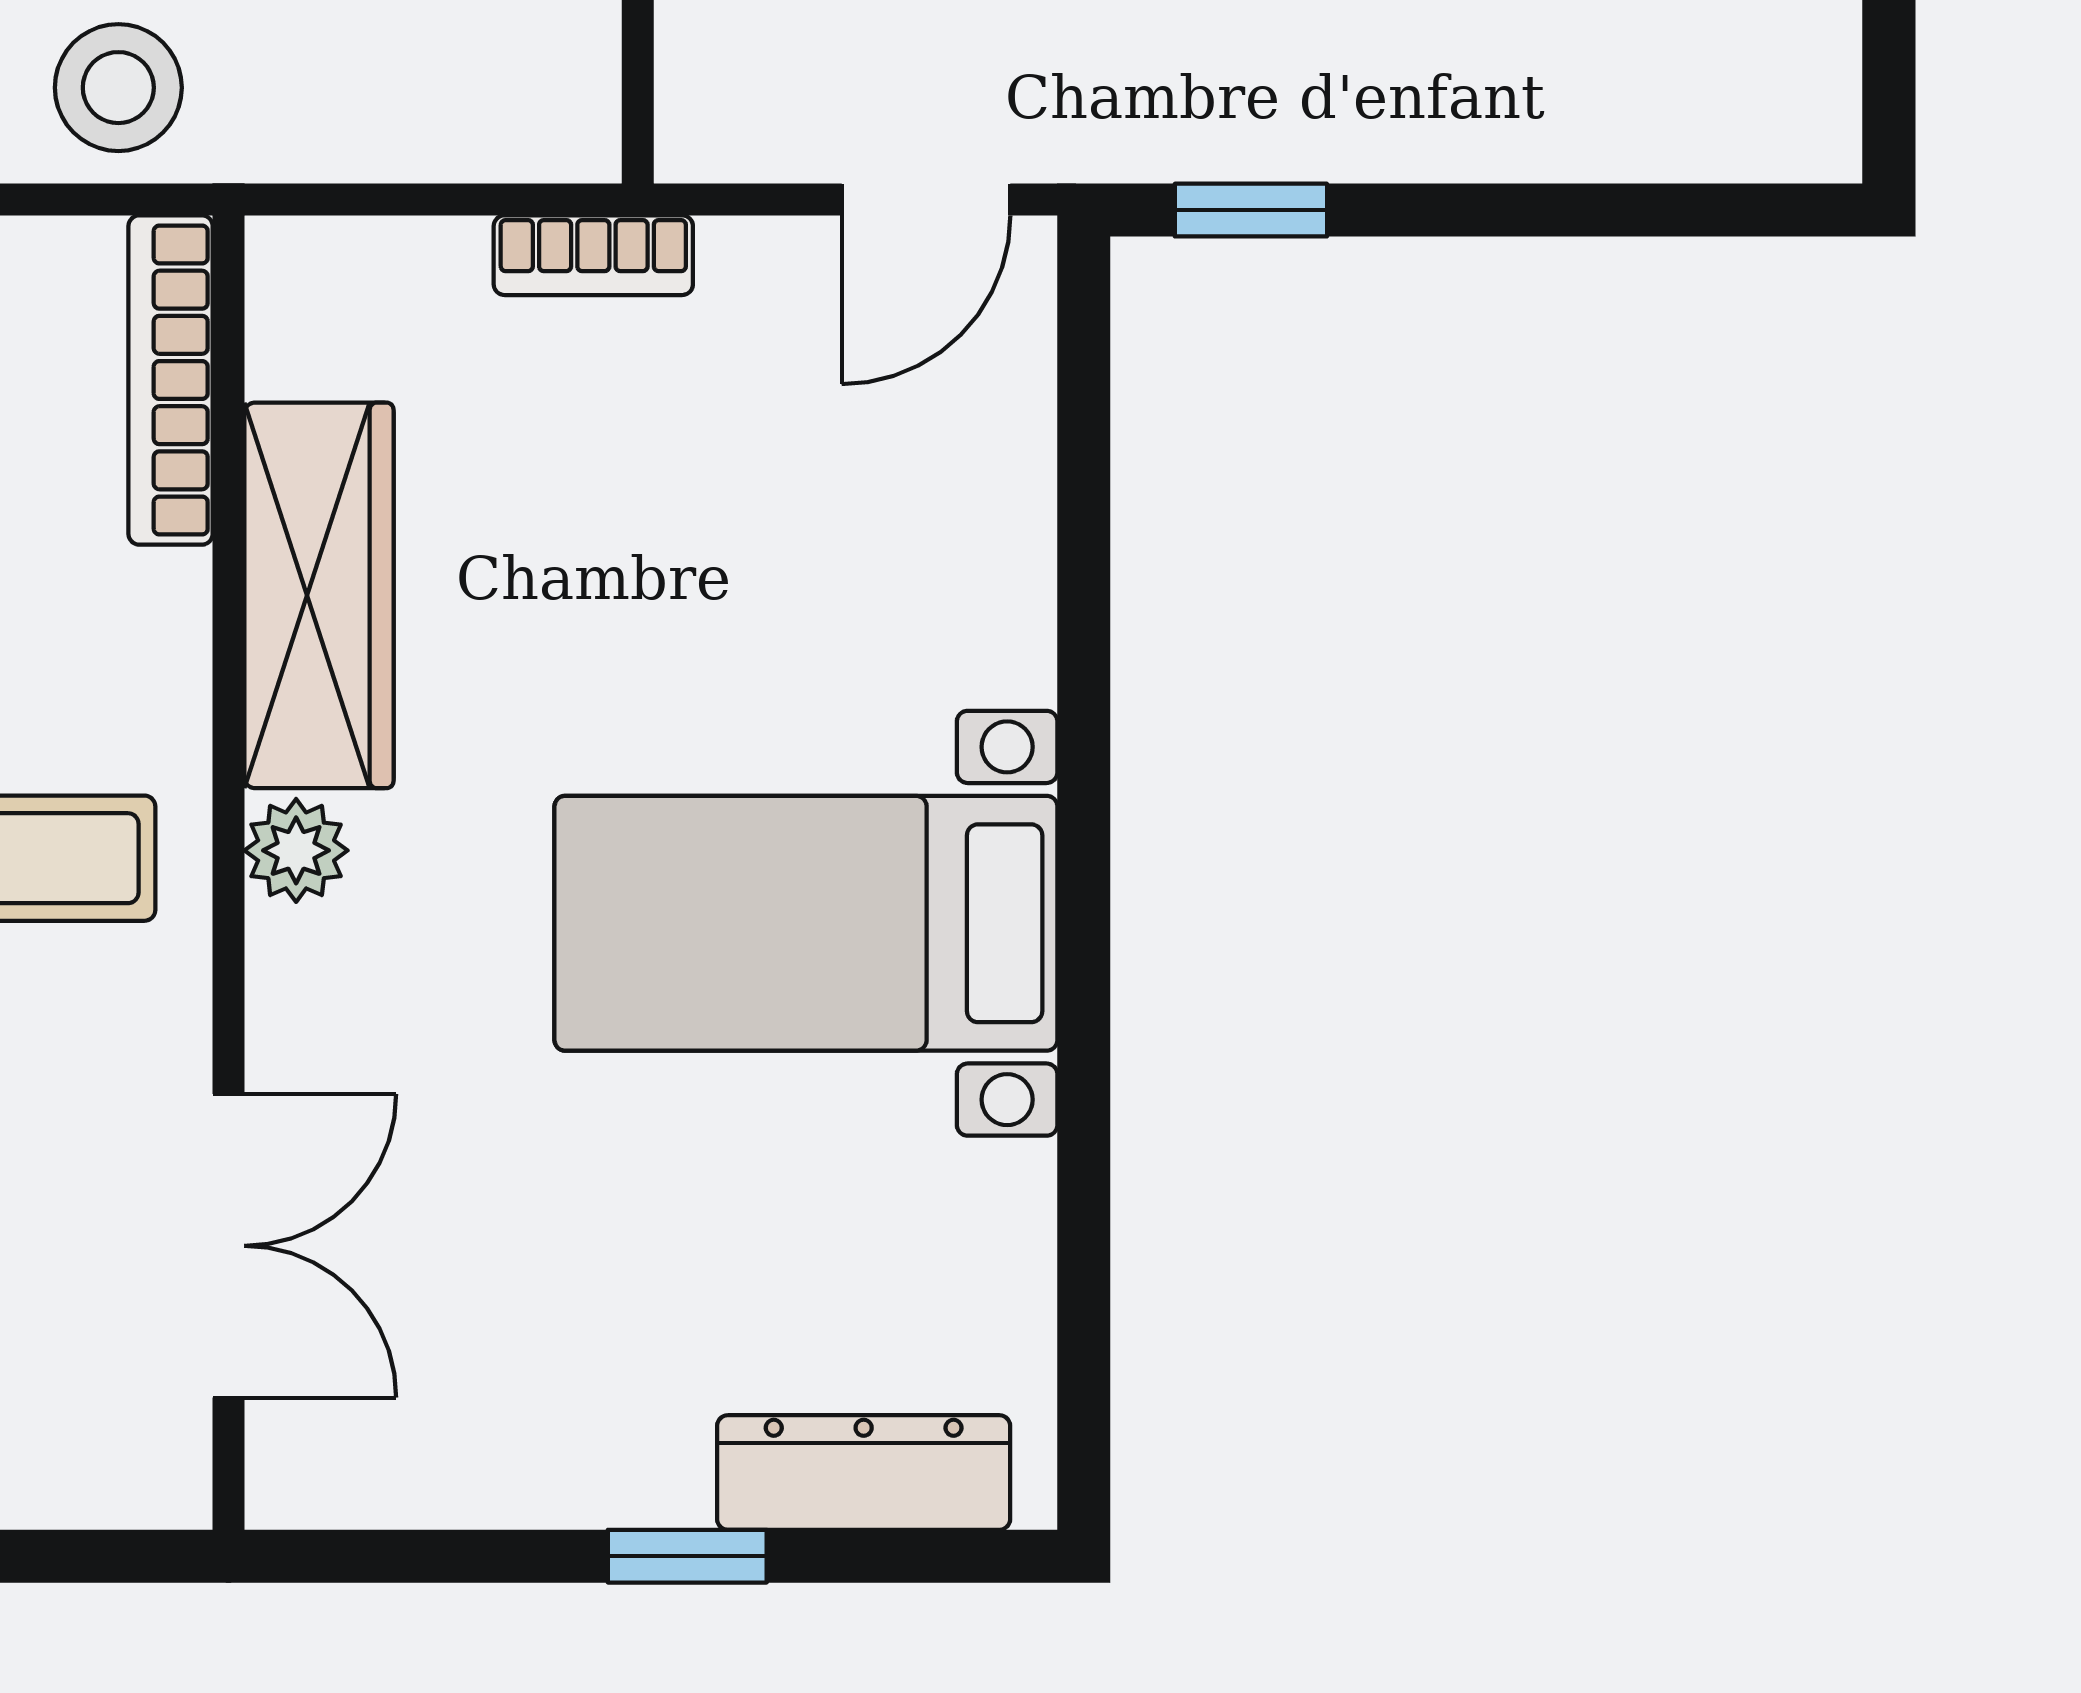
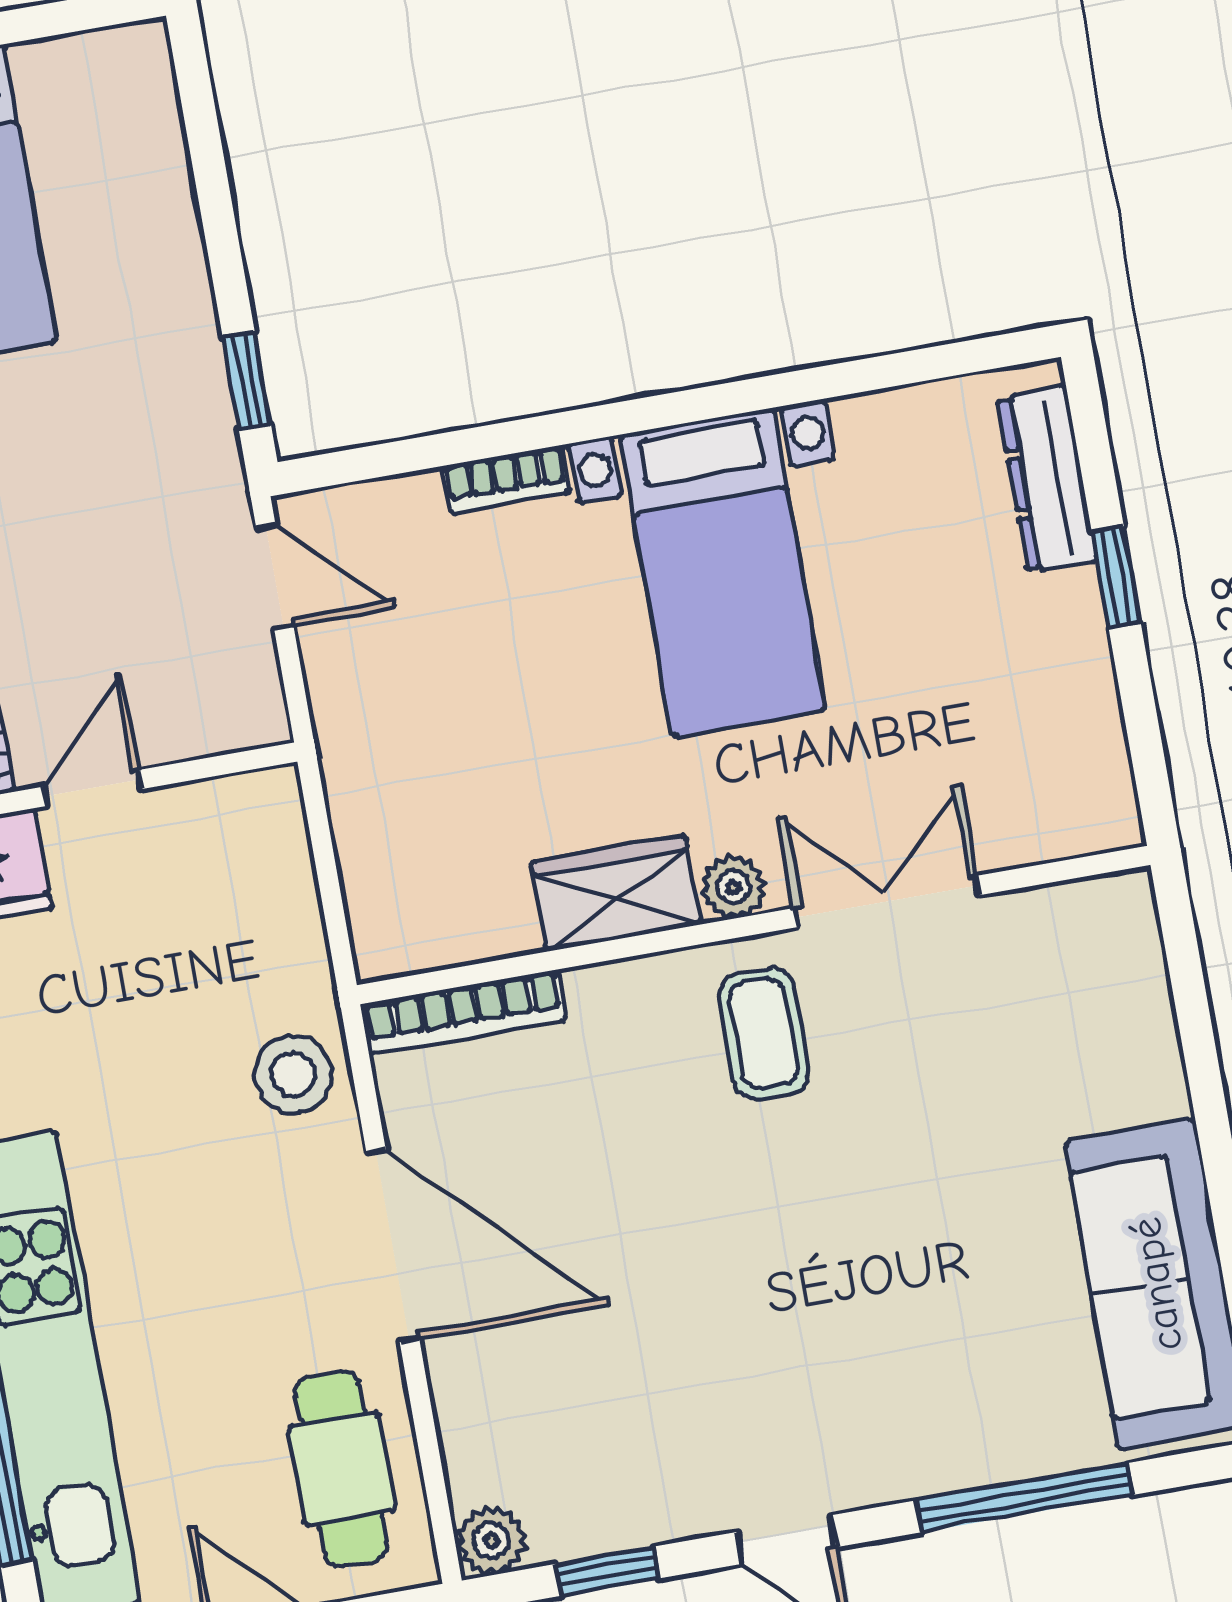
bookcase: (593, 255) -> (506, 479), moved, turned 90
wardrobe: (319, 595) -> (616, 893), width x0.67
double door: (229, 1246) -> (887, 902), moved

